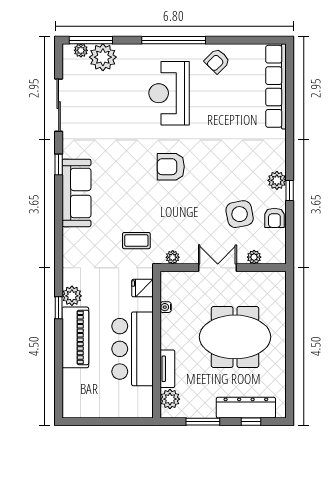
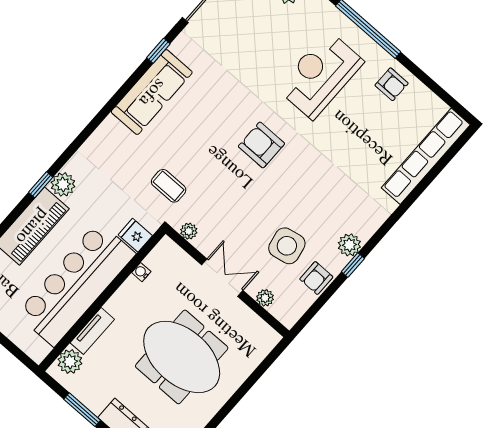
armchair: (217, 61) -> (392, 84), turned -135
bar counter: (133, 349) -> (76, 284), width x1.36

